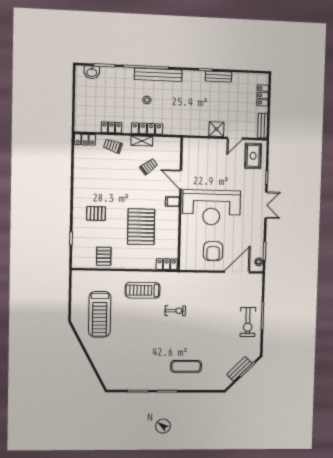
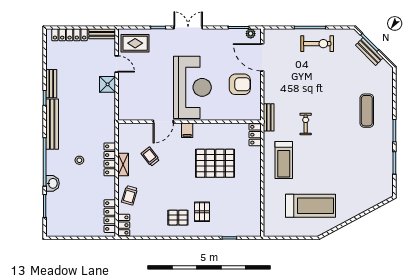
washbasin: (92, 72) -> (53, 183), moved
bench: (158, 75) -> (52, 124), moved
locker: (263, 95) -> (70, 35), width x1.53
locker: (112, 127) -> (110, 216), moved, width x1.53
pallet: (104, 256) -> (178, 218), moved
bench: (182, 277) -> (269, 117), added

